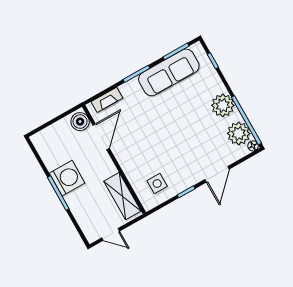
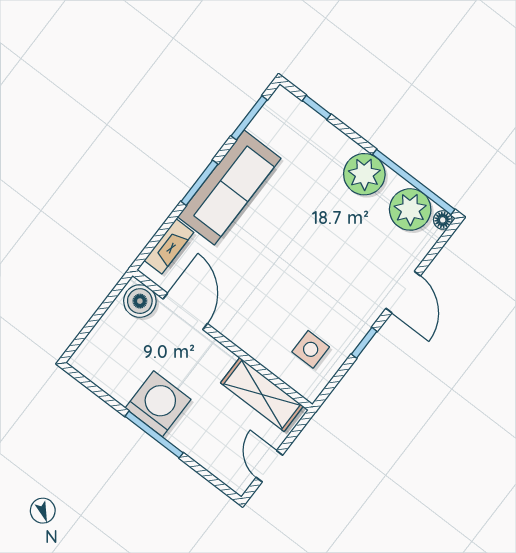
sofa: (169, 72) -> (229, 188), moved
door: (111, 234) -> (269, 466), swing flipped

